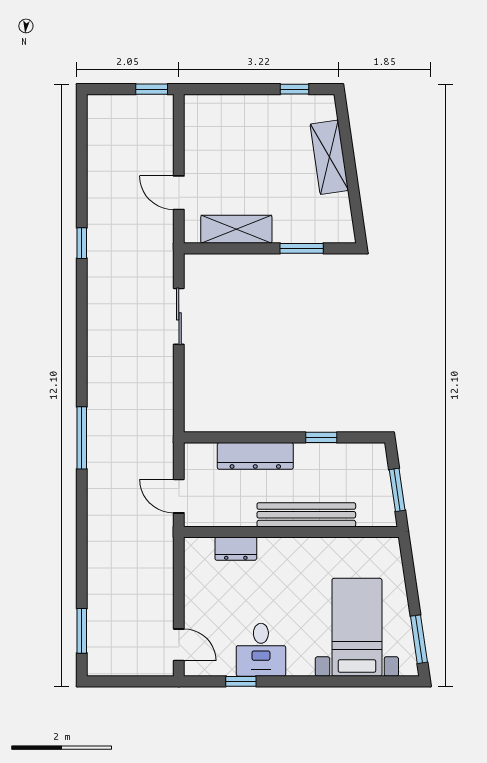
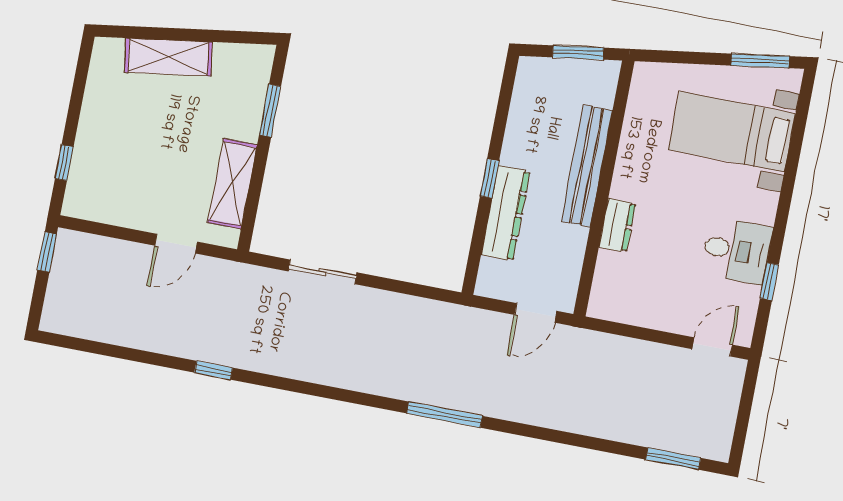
window: (295, 89) -> (64, 163), moved
window: (321, 437) -> (489, 178), moved
dresser: (236, 549) -> (617, 225), moved

